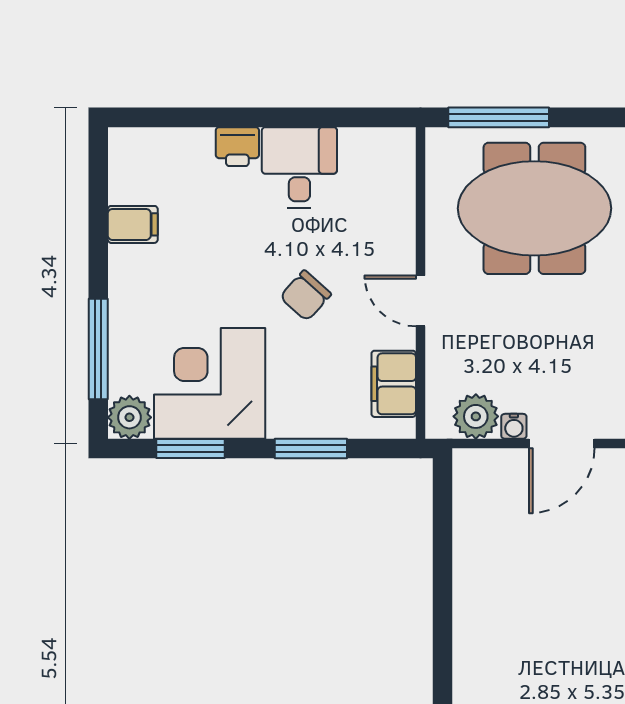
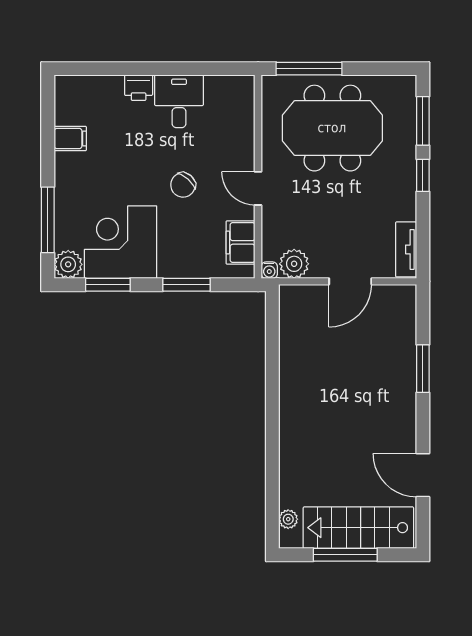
water cooler: (514, 426) -> (269, 270), moved

